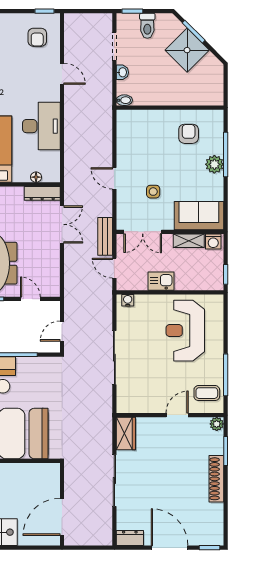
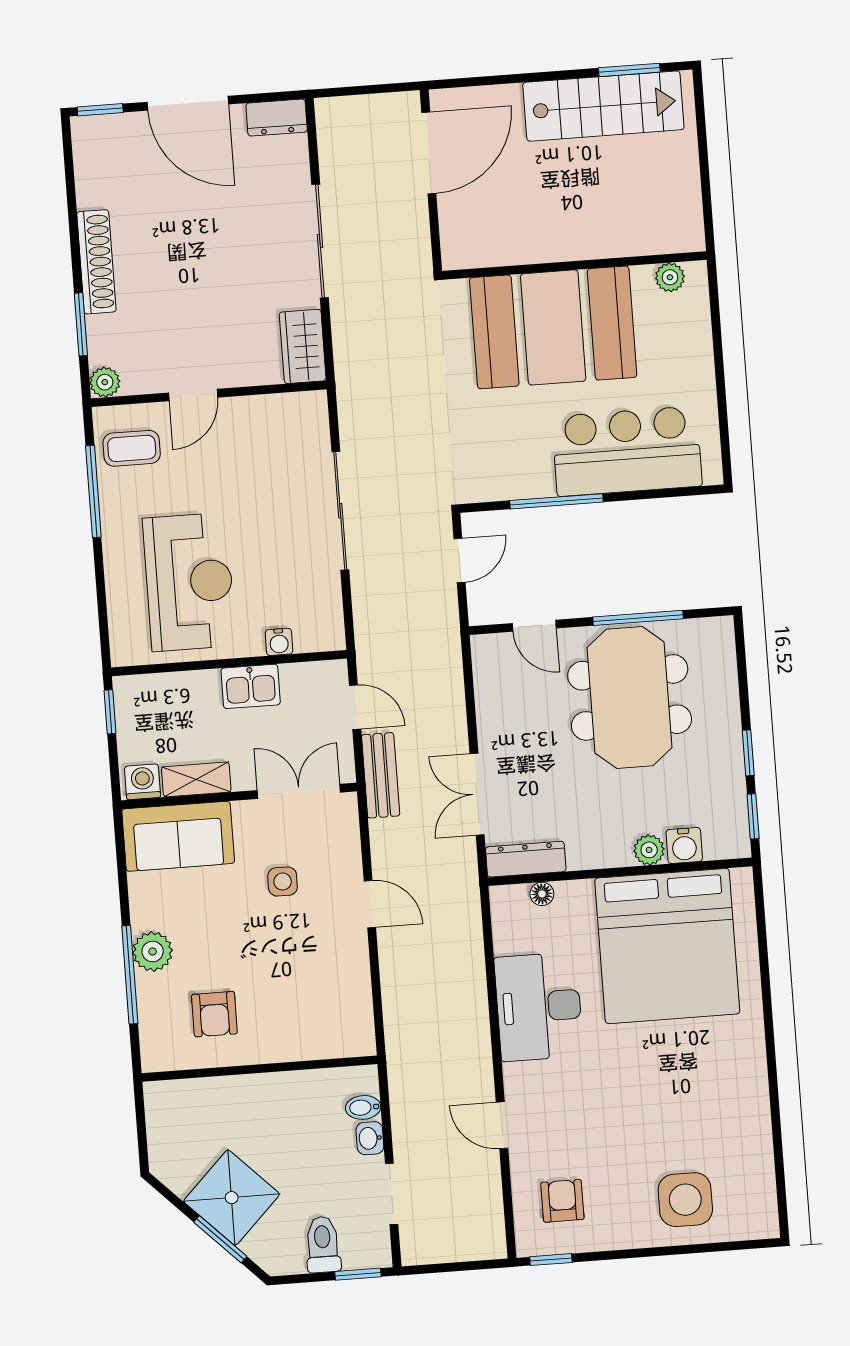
bidet: (124, 100) -> (363, 1107), moved
water cooler: (128, 300) -> (279, 642), moved

